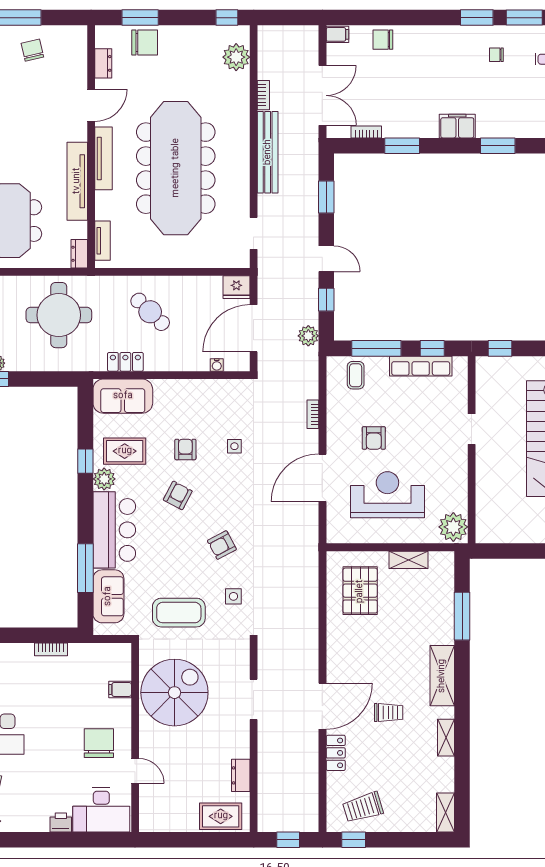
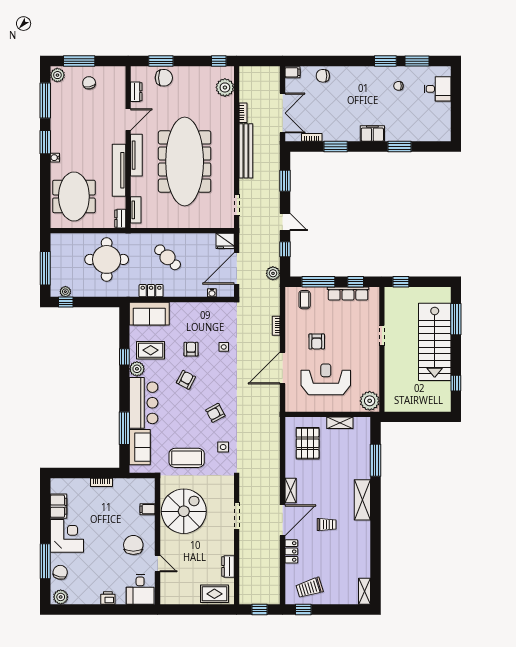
shelving: (446, 738) -> (291, 490), moved
desk: (101, 810) -> (140, 589), width x0.73

